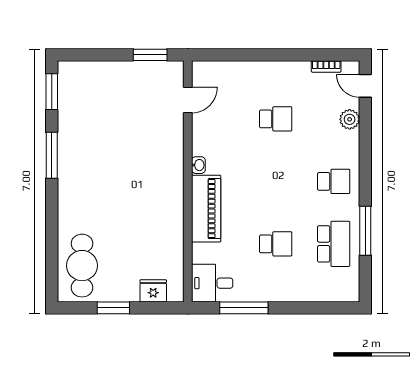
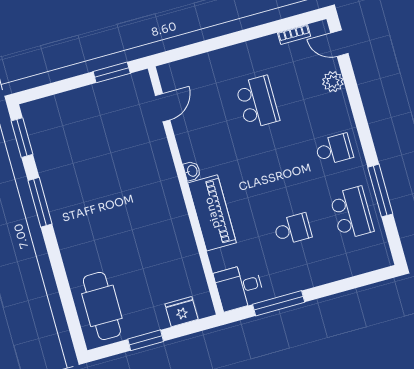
school desk: (276, 119) -> (257, 102), width x1.85

